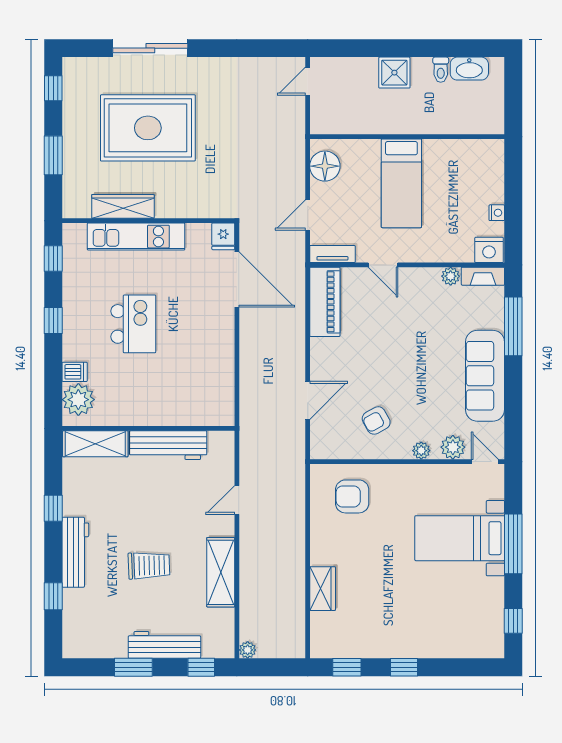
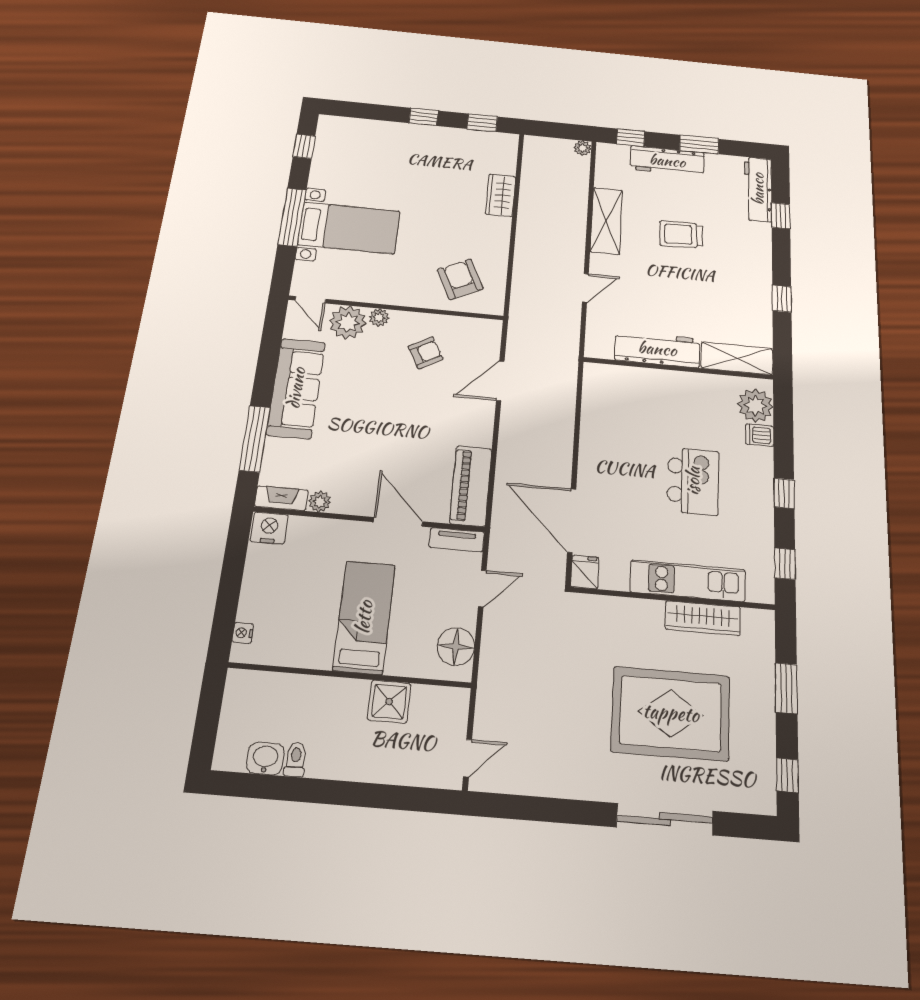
washbasin: (469, 69) -> (265, 759), width x0.72
shower: (394, 73) -> (389, 702), moved
nightstand: (497, 213) -> (243, 633), moved
door: (383, 265) -> (398, 522), width x1.38
kitchen island: (133, 324) -> (693, 481), turned 180
plant: (453, 447) -> (348, 322), width x1.36, depth x1.36
armchair: (352, 496) -> (460, 279), turned -116
workbench: (75, 552) -> (758, 189), moved

